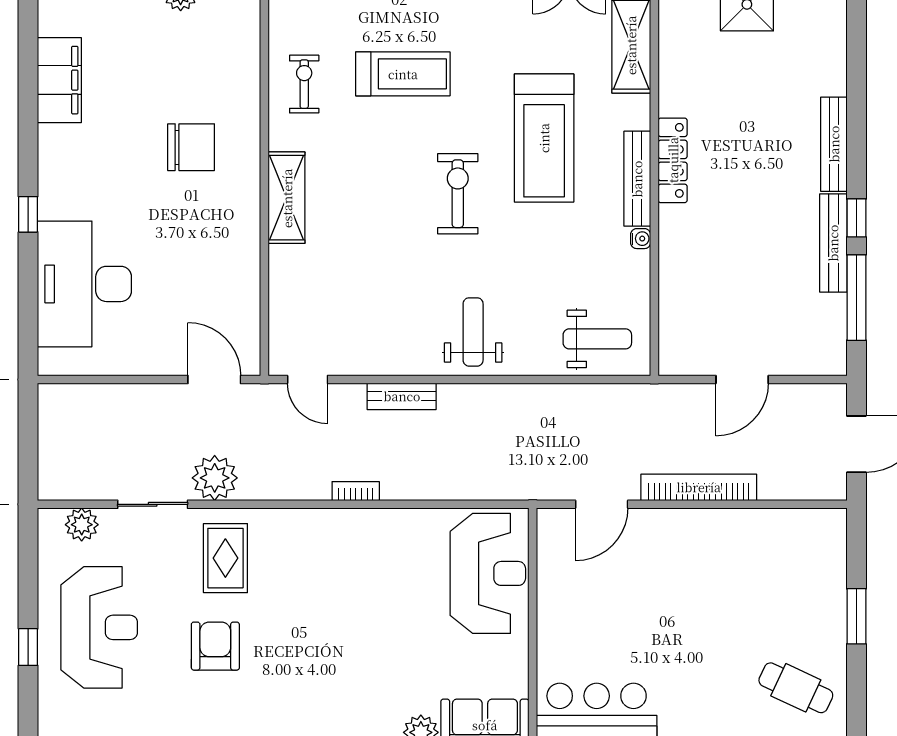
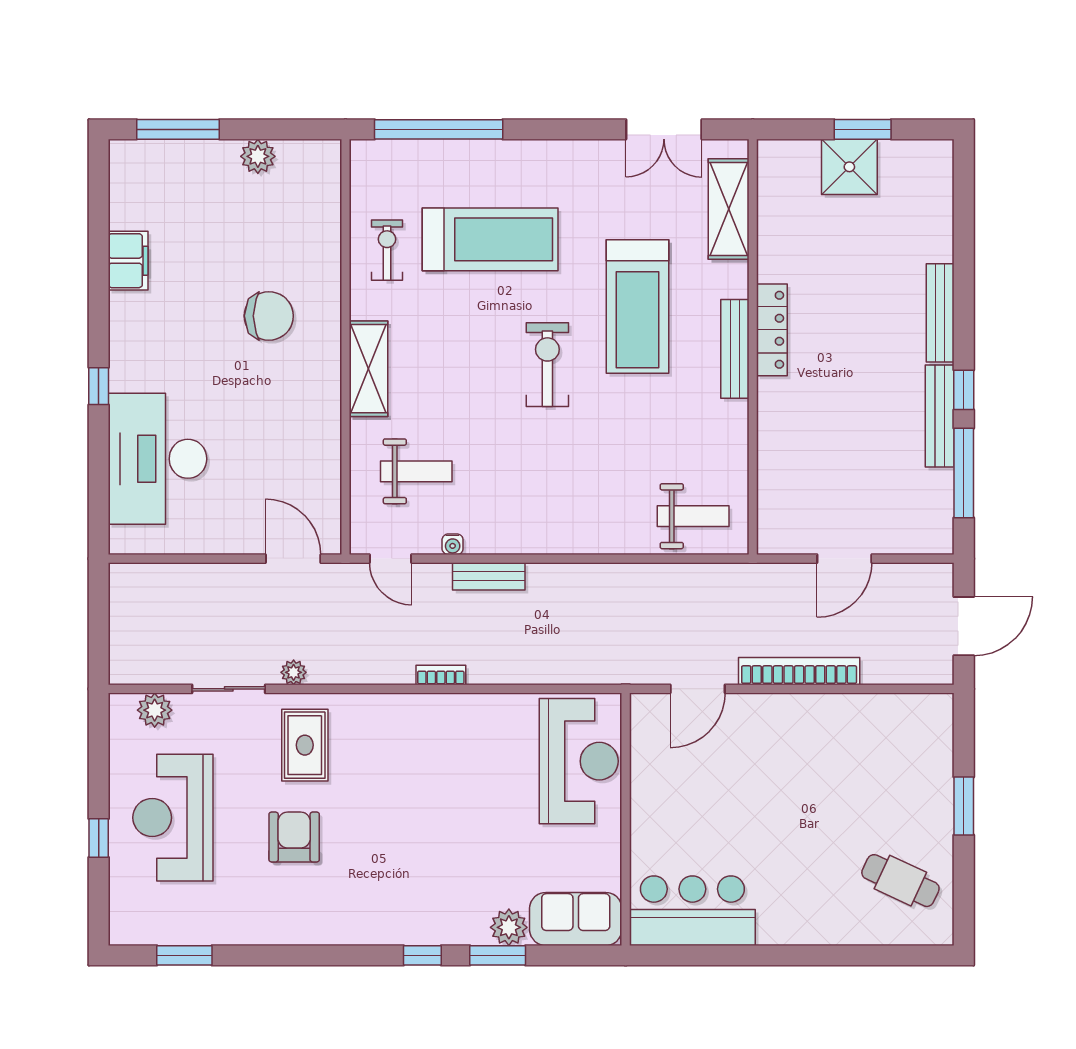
treadmill: (403, 74) -> (490, 239), width x1.37, depth x1.38
filing cabinet: (59, 80) -> (128, 261), width x0.67, depth x0.86
water cooler: (641, 239) -> (453, 544), moved, turned 90
weight bench: (473, 332) -> (416, 471), moved, turned 90
plant: (215, 478) -> (294, 672), width x0.53, depth x0.53
reception desk: (99, 627) -> (173, 818), turned 180

